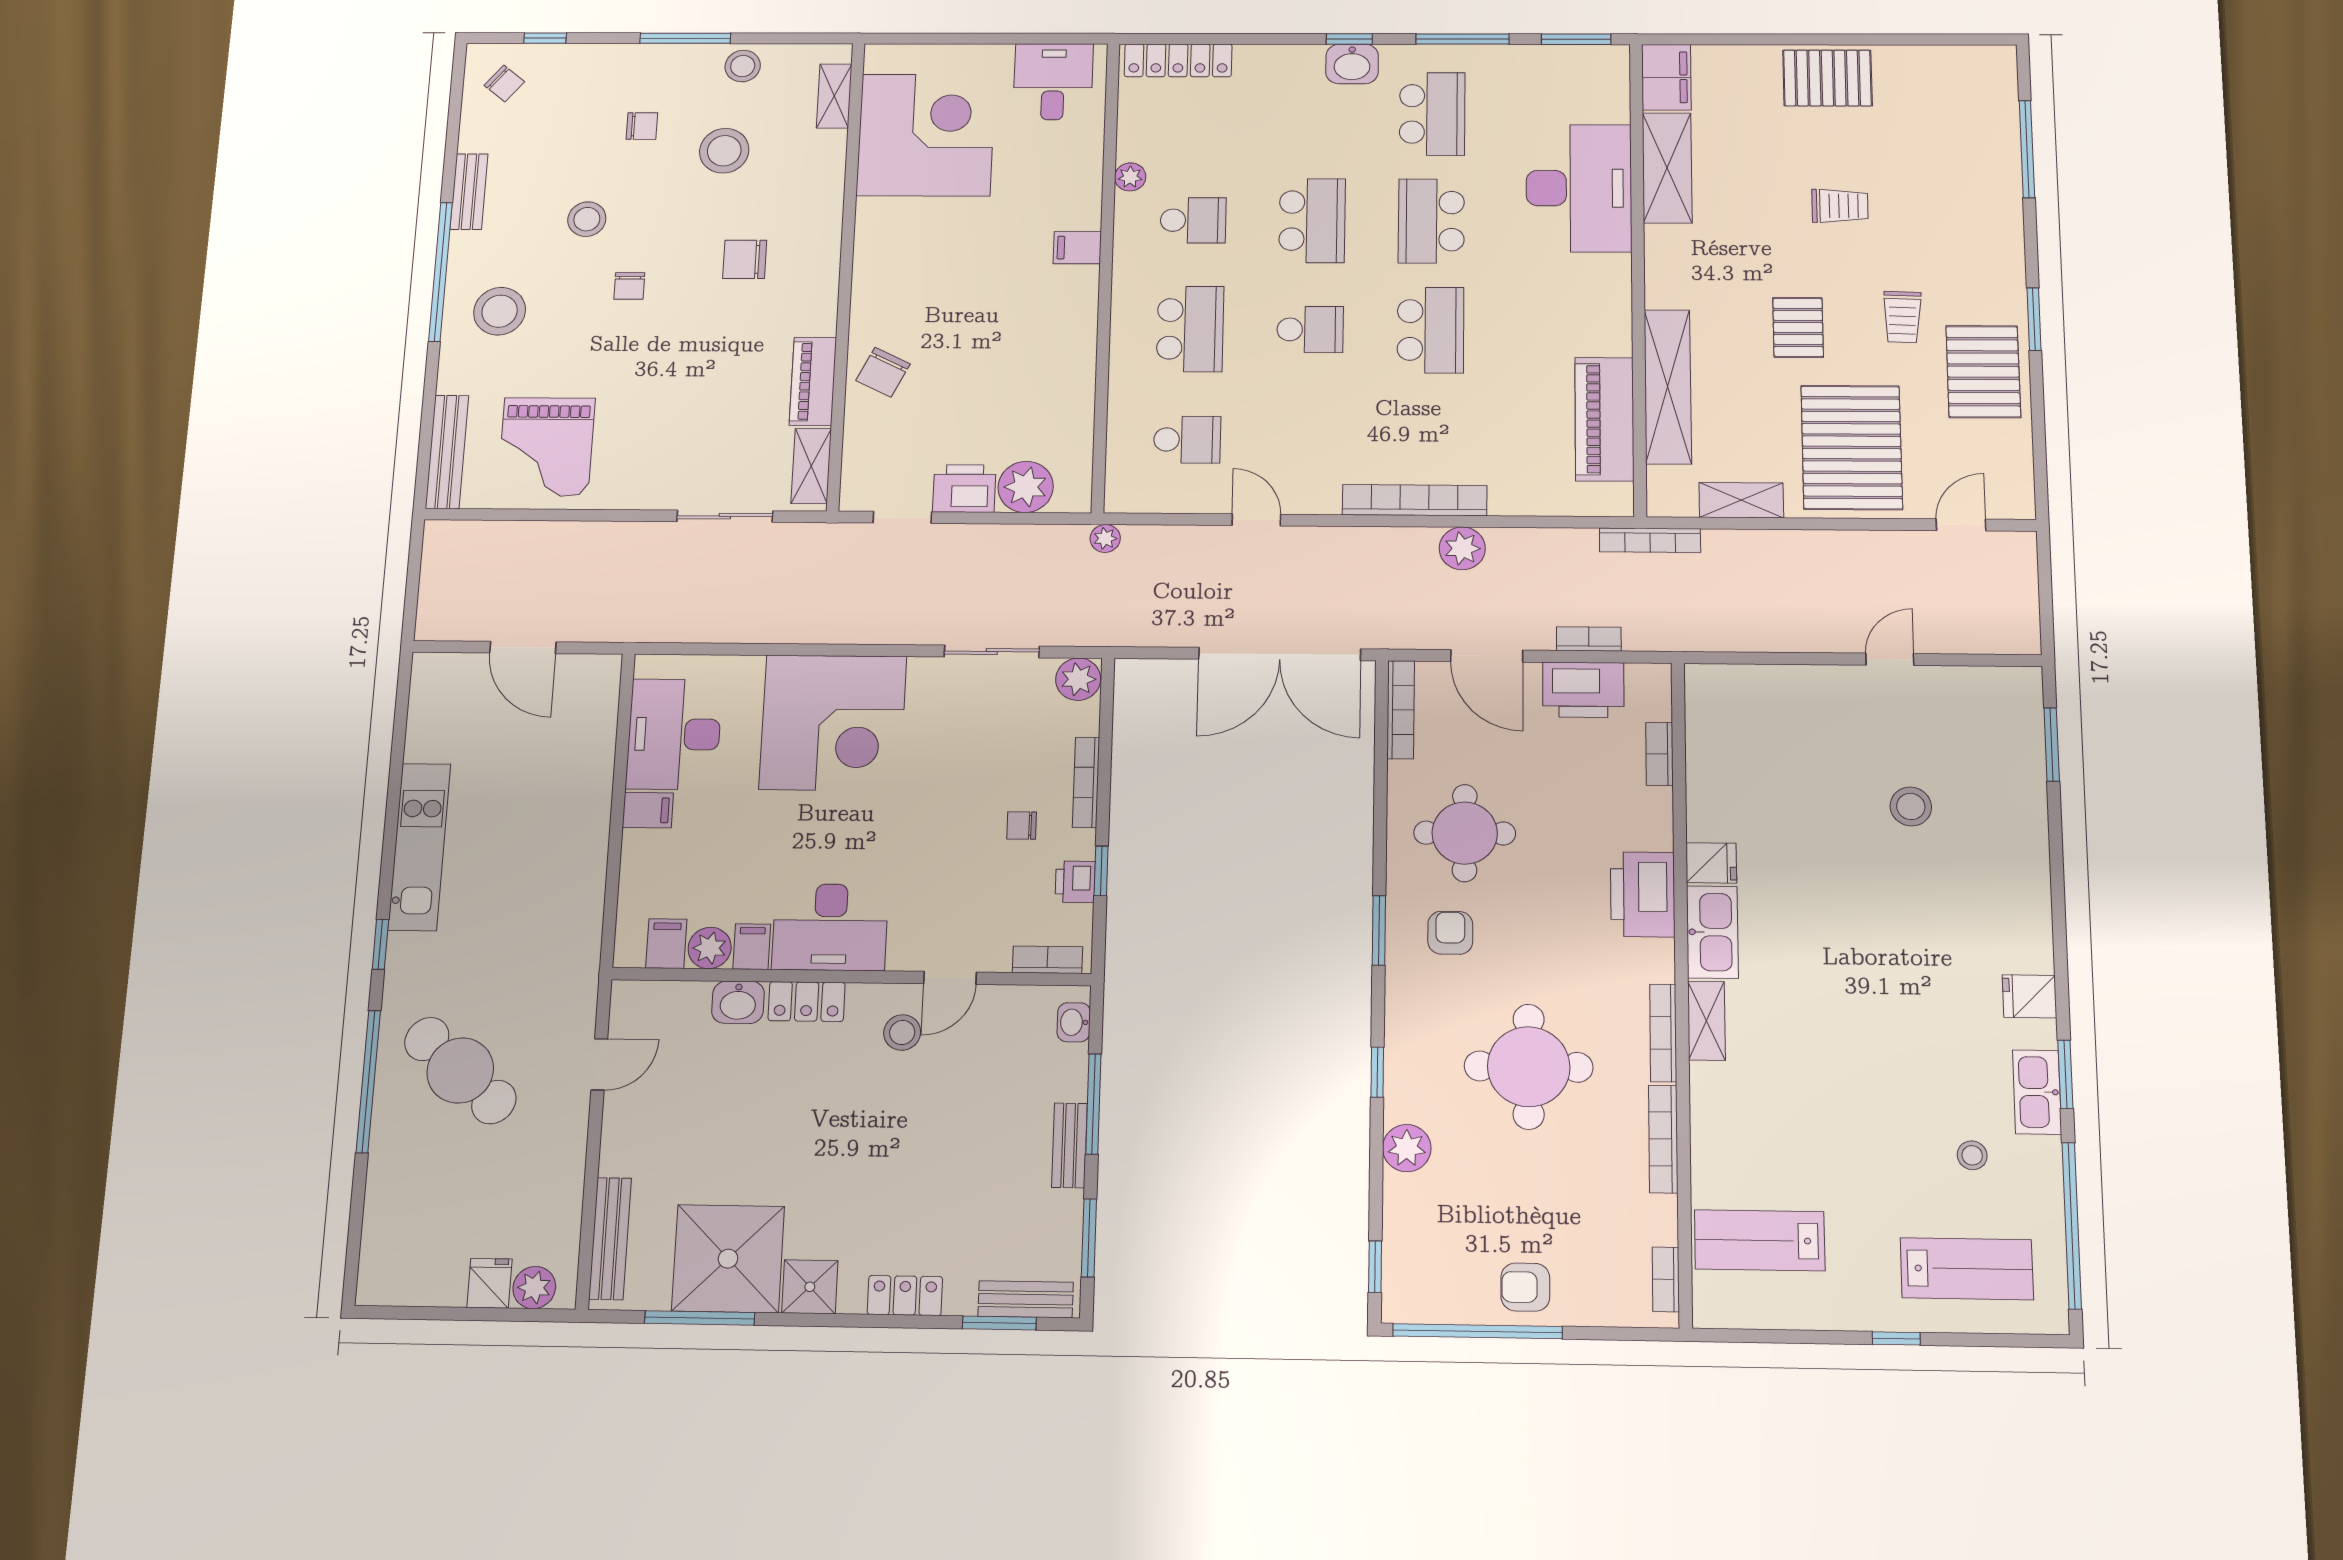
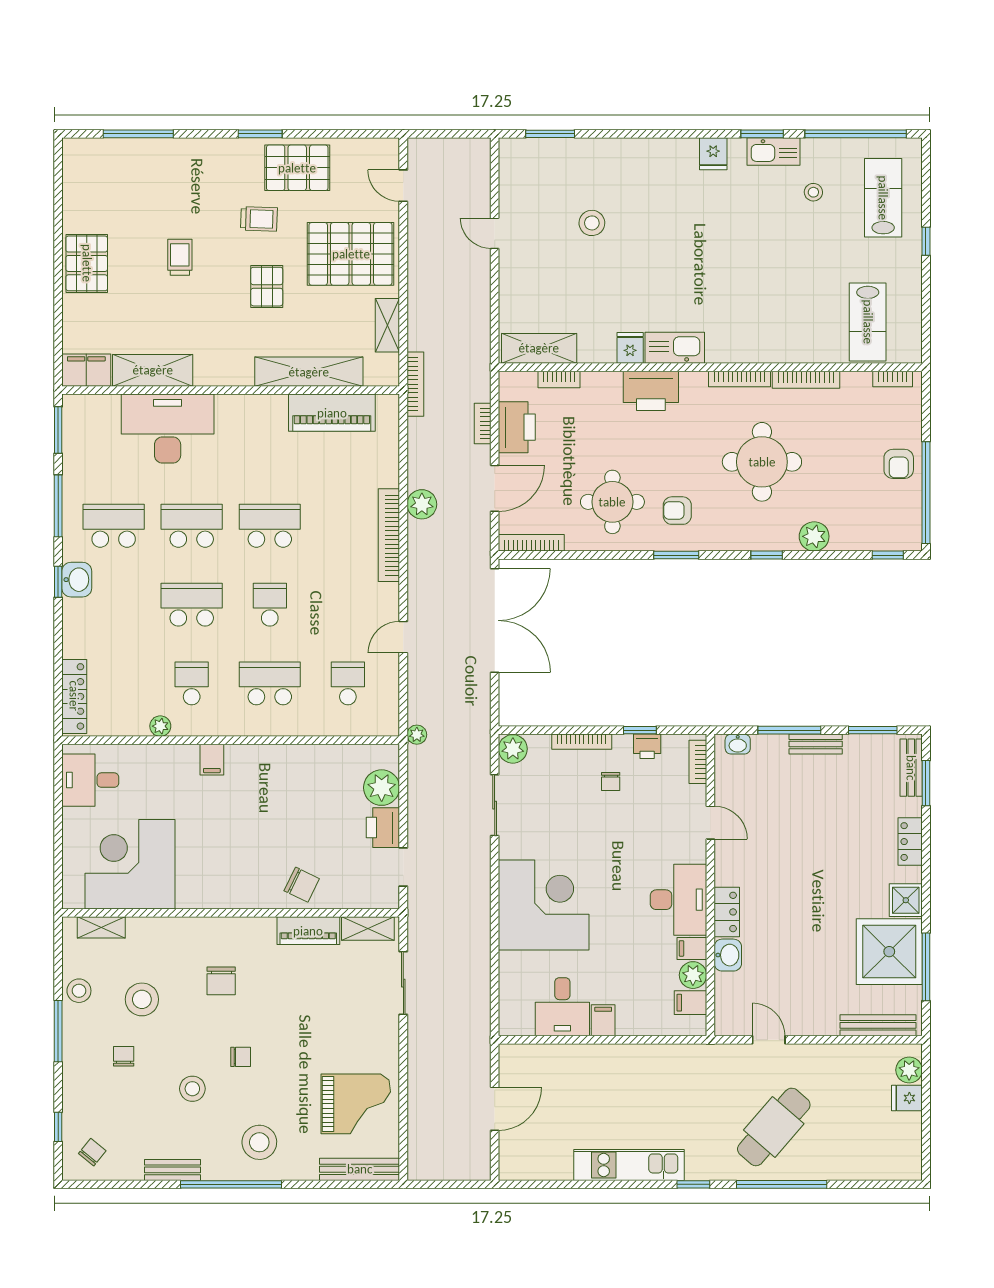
school desk: (1431, 221) -> (192, 526), turned 180
pallet: (1798, 327) -> (267, 287), turned 90
desk: (674, 734) -> (562, 1007), width x0.73
shelving: (1707, 1021) -> (539, 348), moved, width x1.50, depth x1.33
stool: (902, 1032) -> (746, 851), removed

